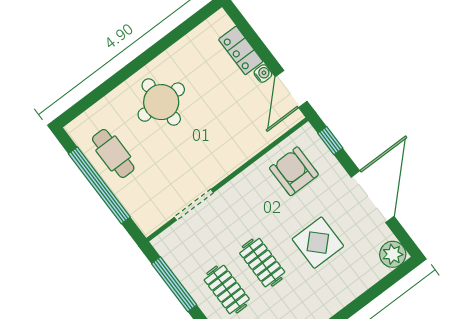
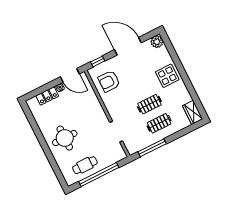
display table: (318, 243) -> (167, 76), moved

